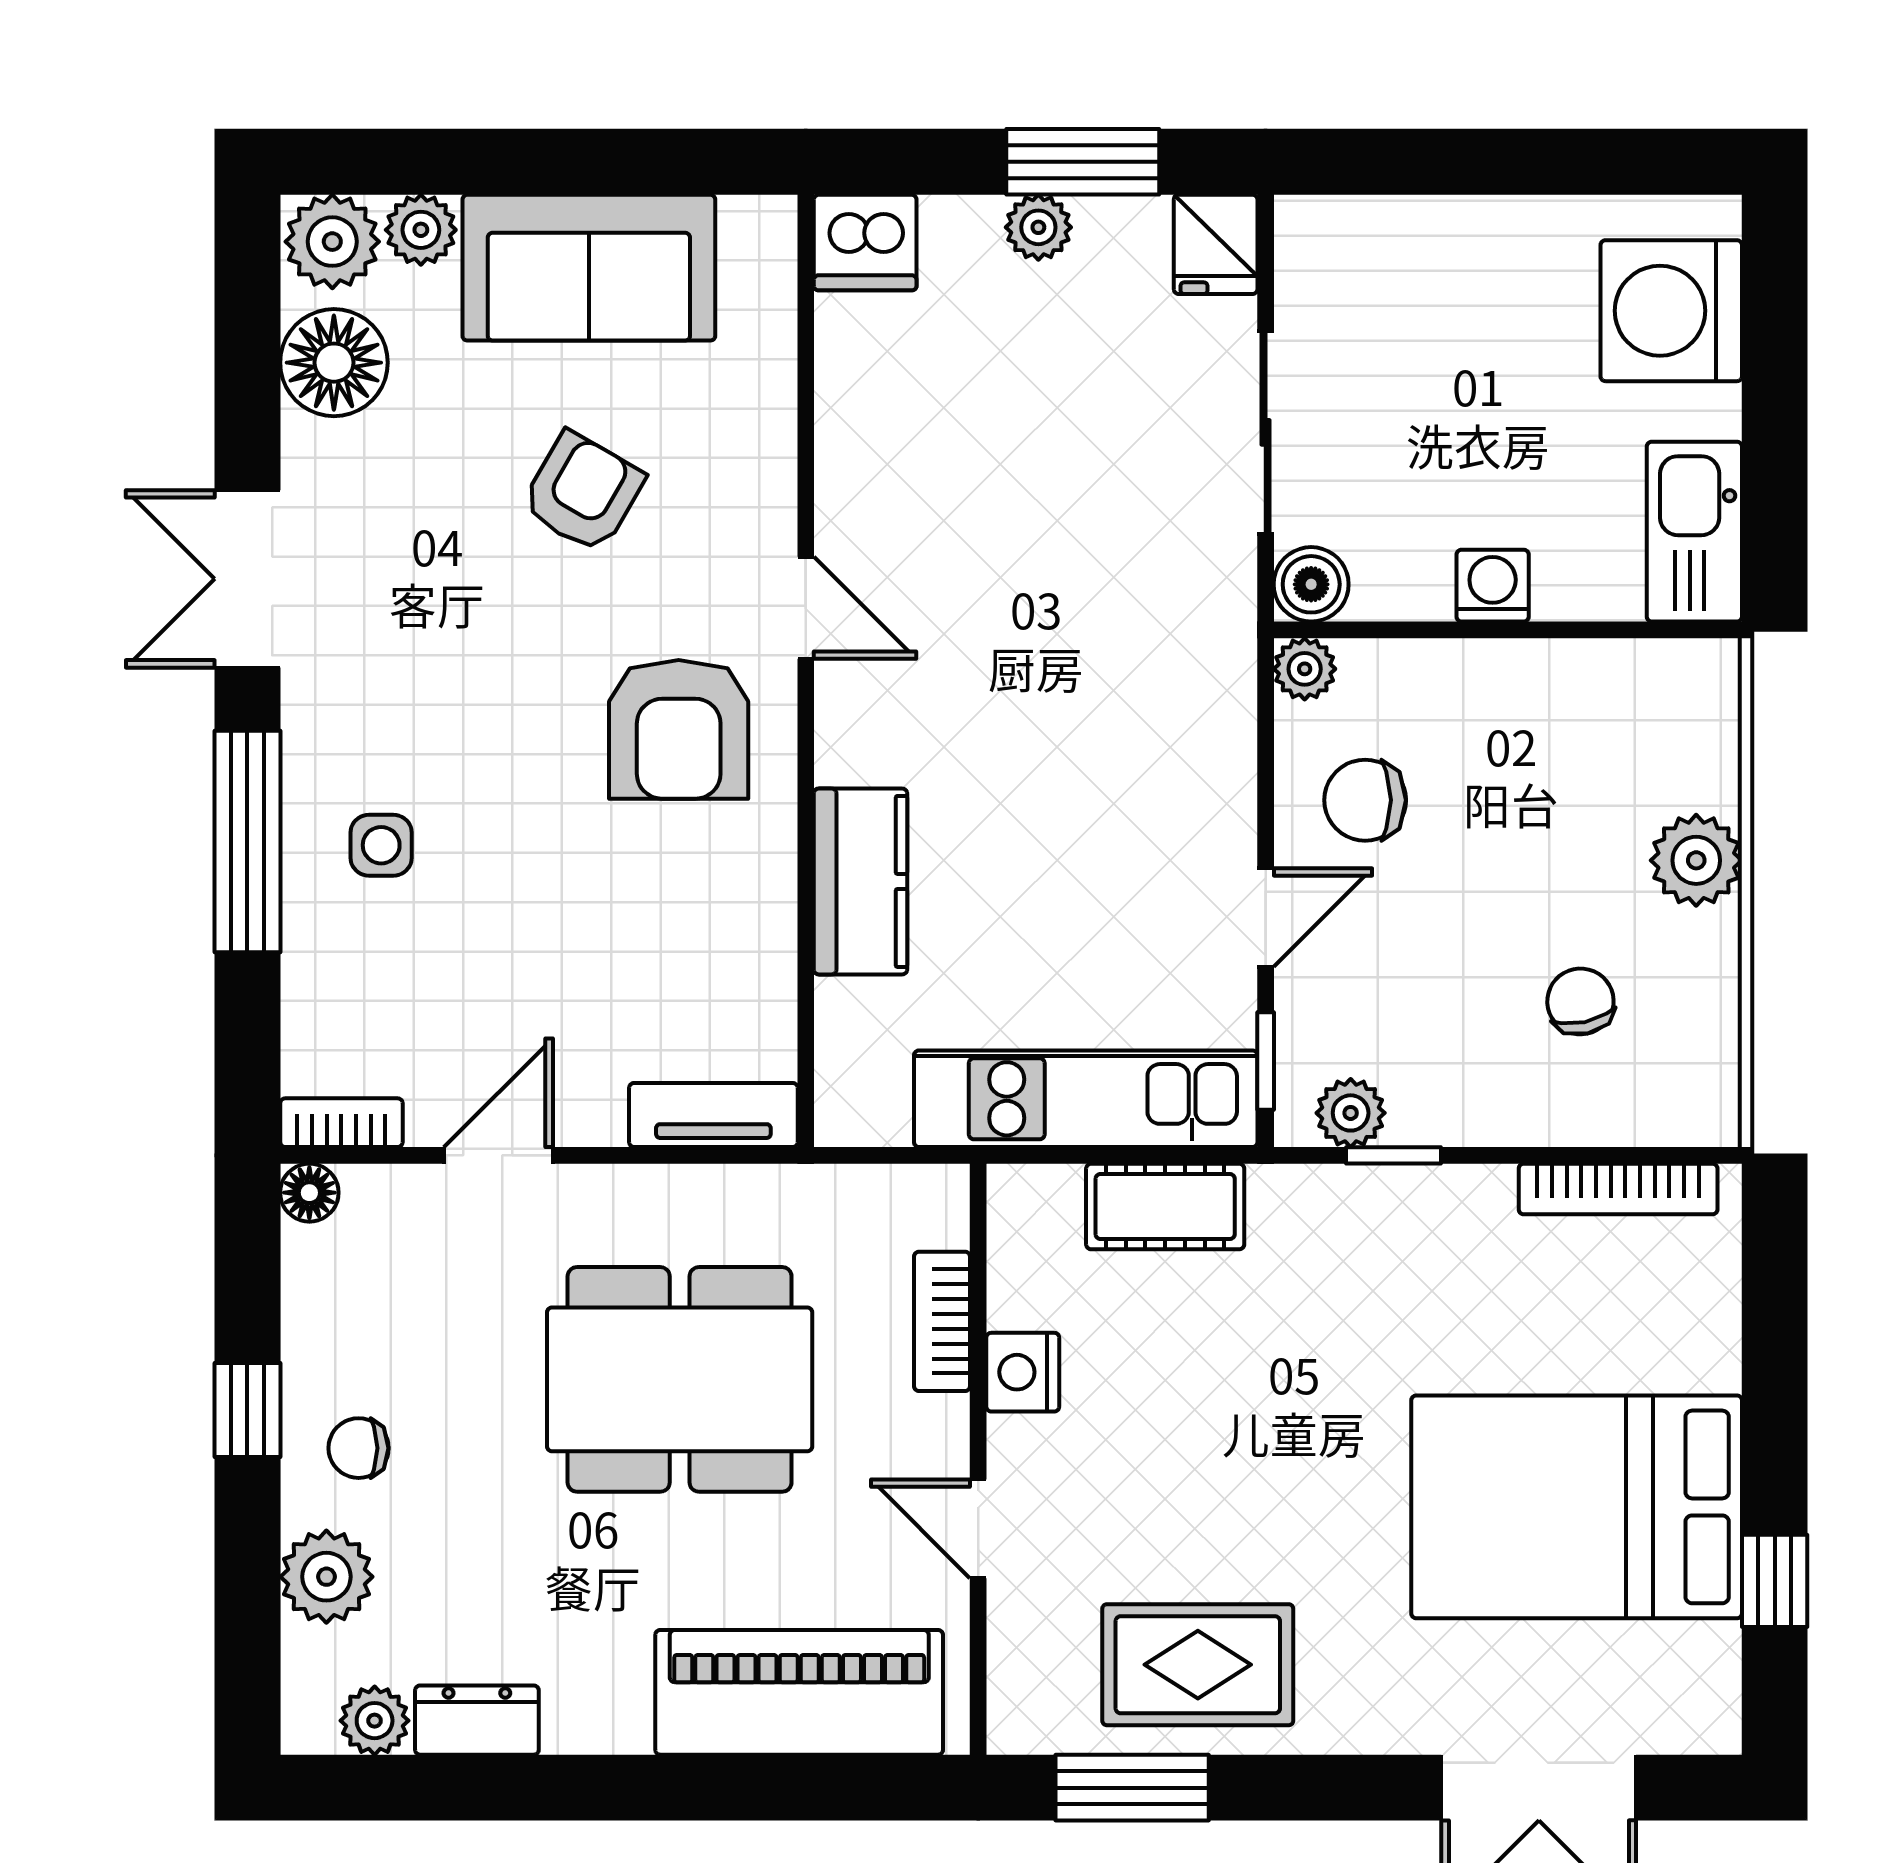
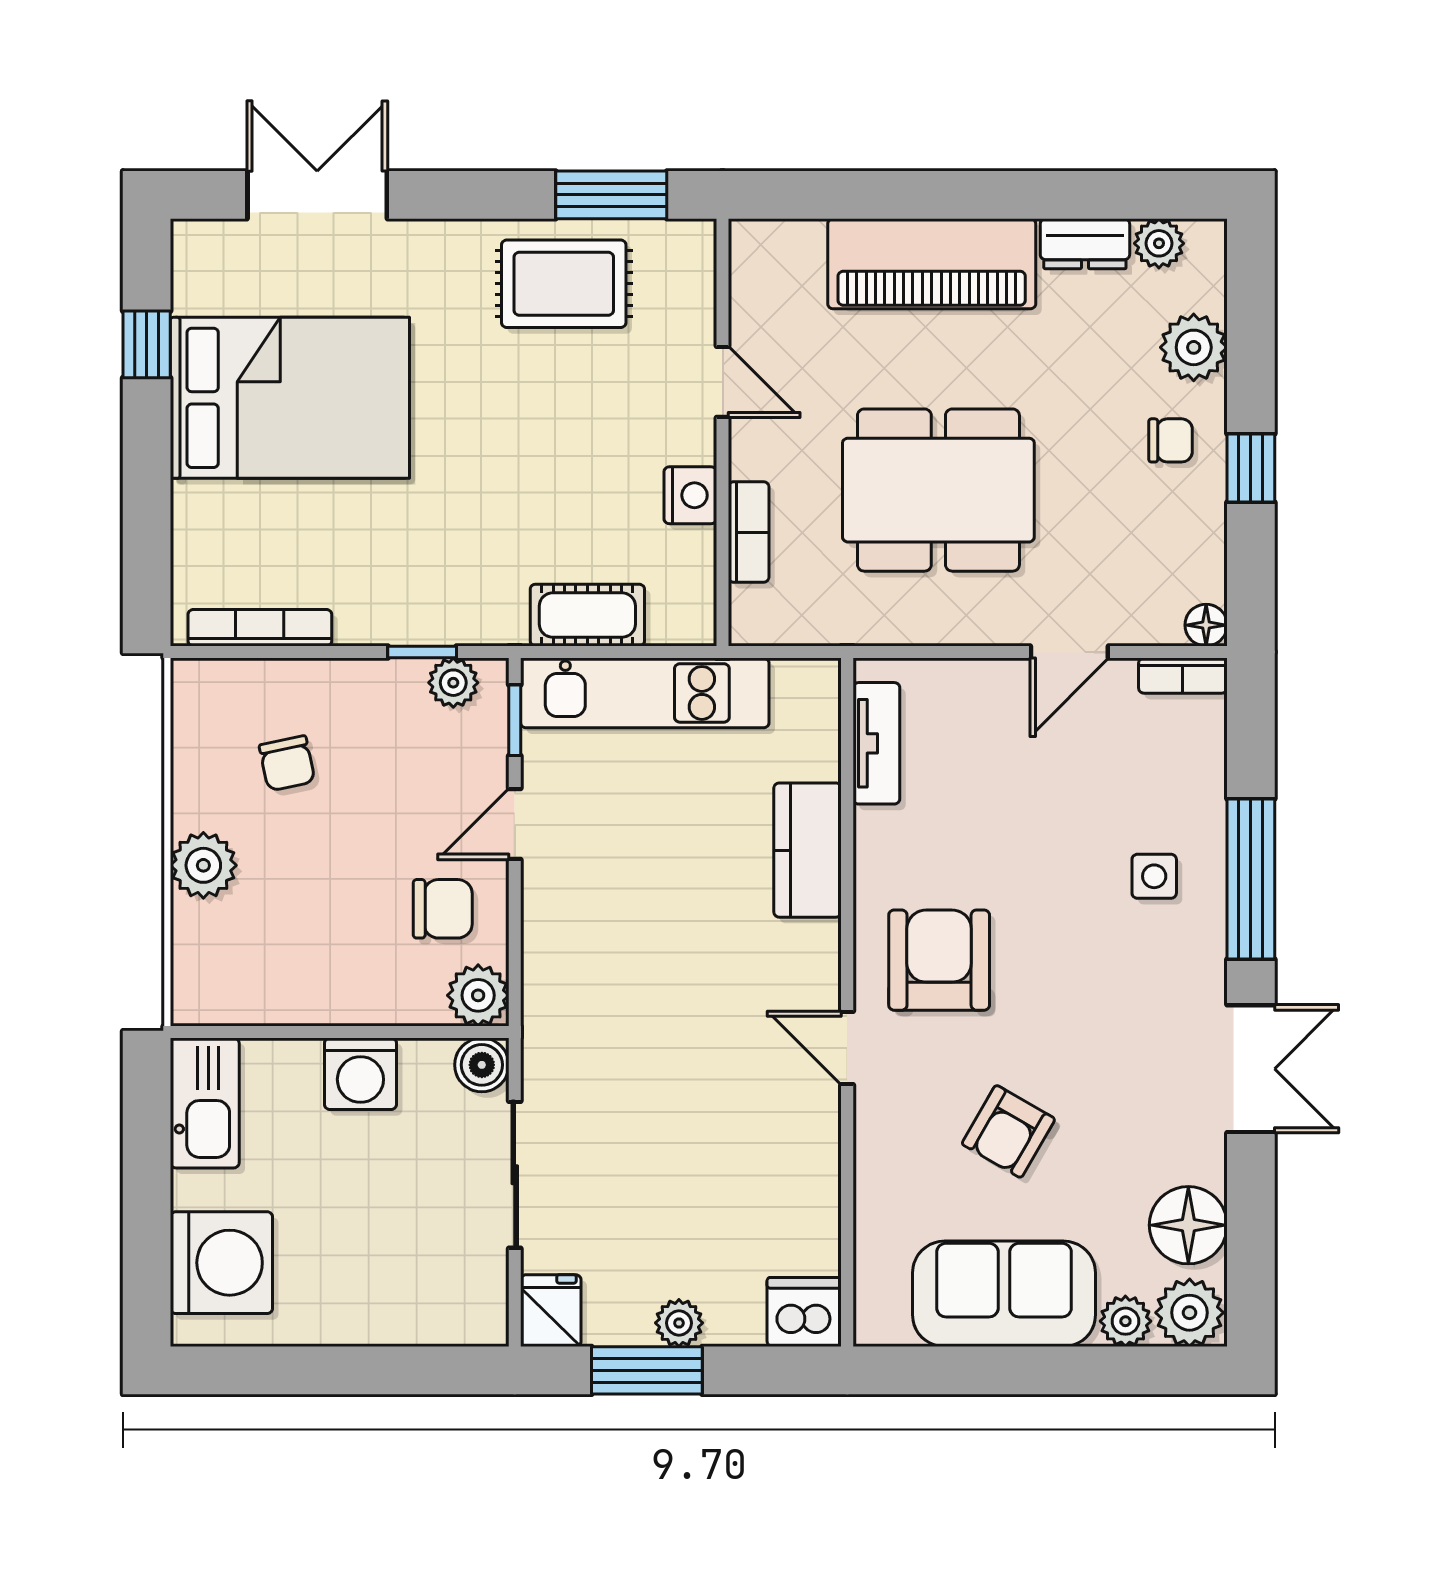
washing machine: (1493, 586) -> (360, 1074), width x1.38, depth x1.38
plant: (1305, 669) -> (478, 995), width x1.38, depth x1.38
tv unit: (713, 1115) -> (876, 743), moved, turned -90
piano: (799, 1692) -> (932, 264), moved

